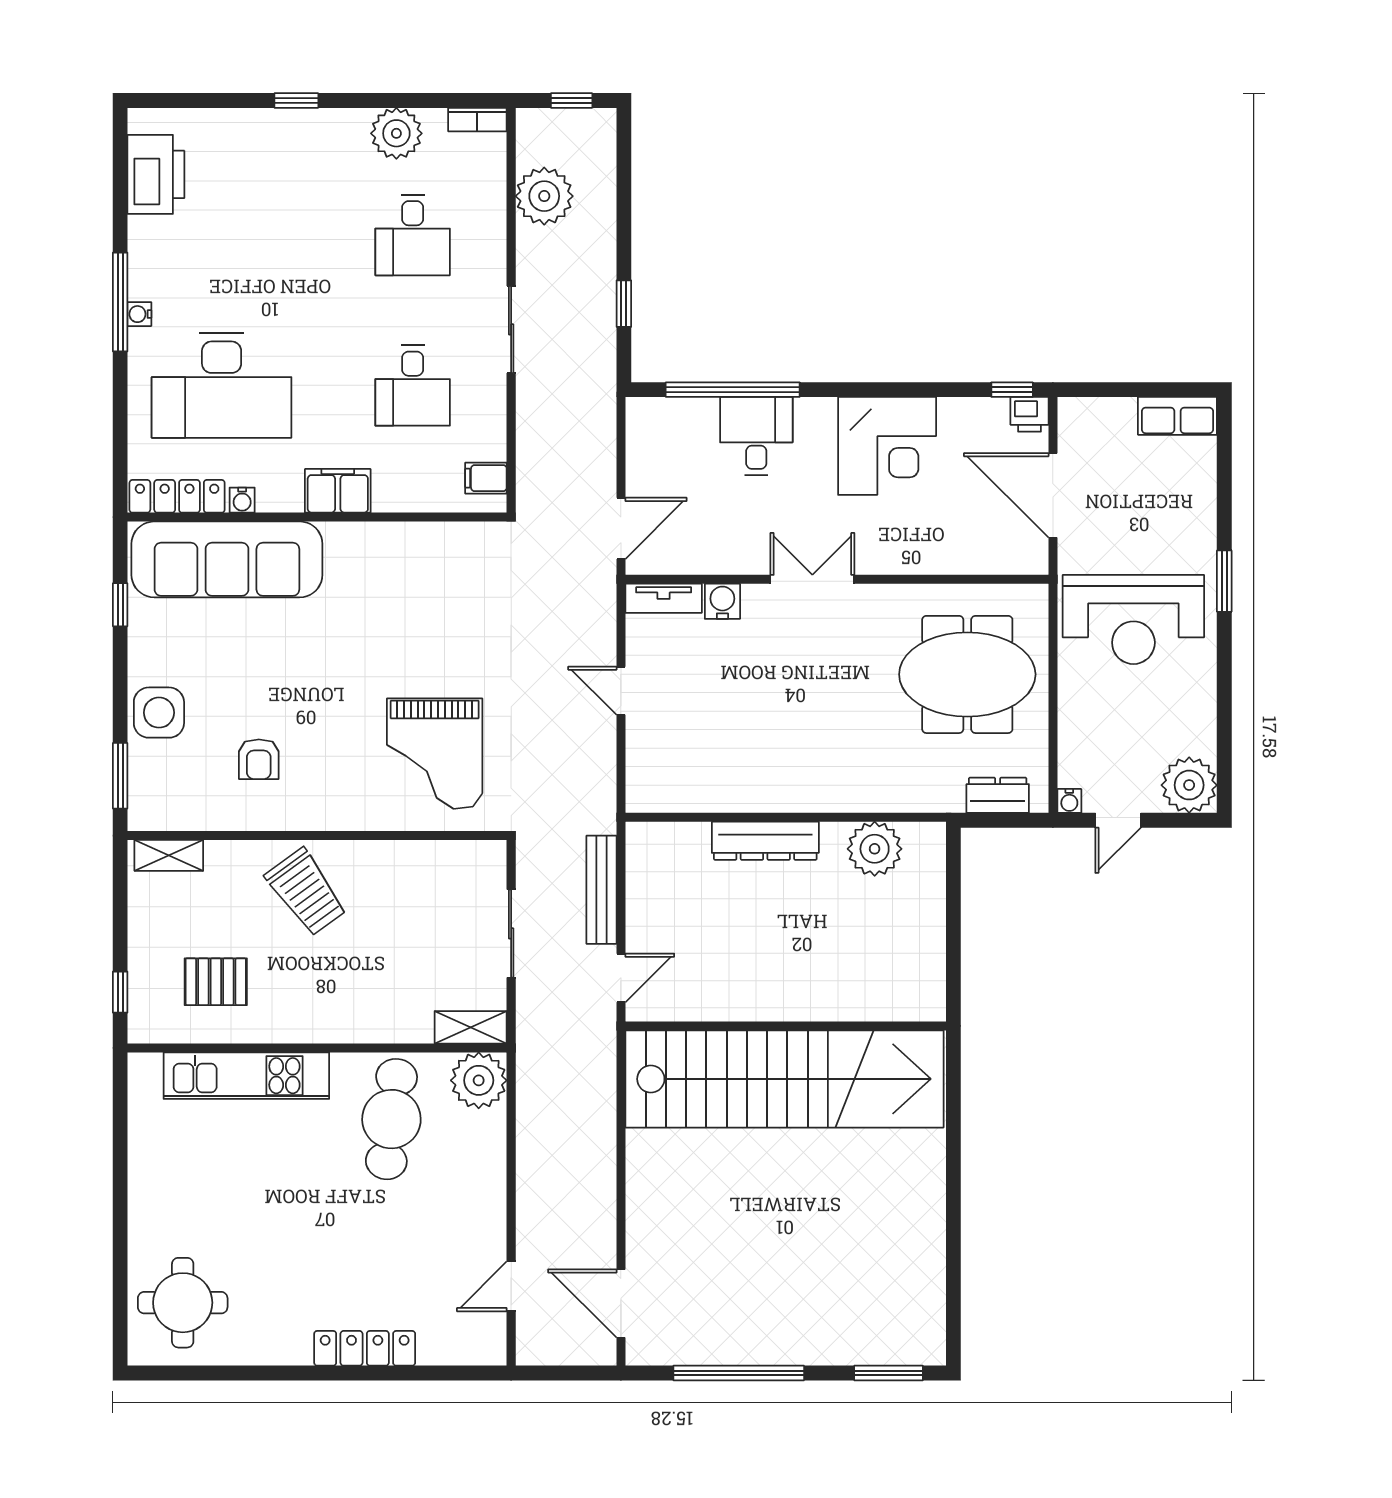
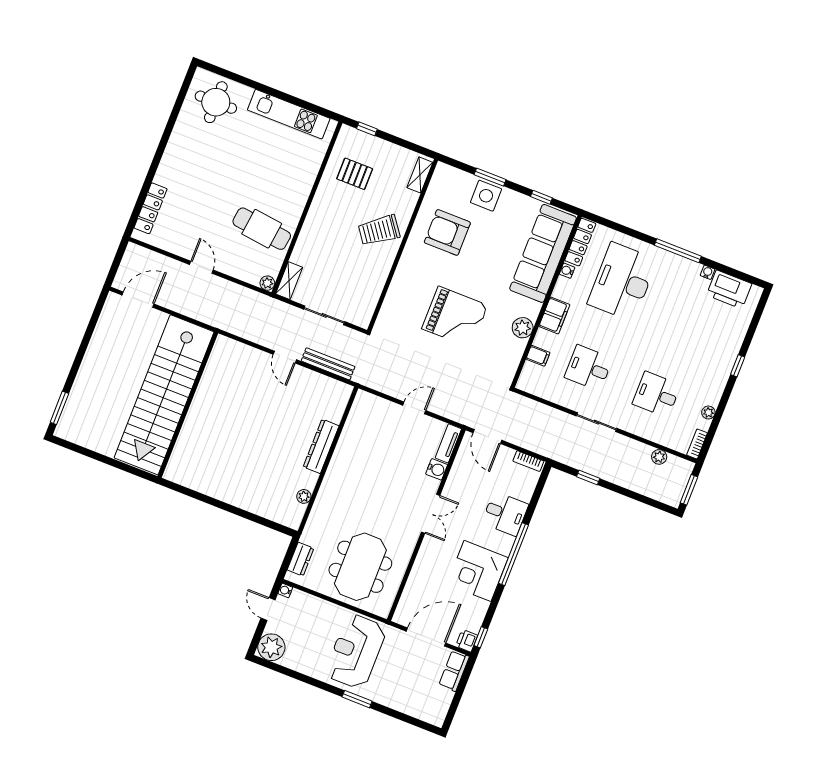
window: (572, 100) -> (689, 490), width x1.50
plant: (396, 133) -> (708, 413), width x0.53, depth x0.53
plant: (544, 196) -> (659, 457), width x0.53, depth x0.53
water cooler: (139, 314) -> (707, 272), moved
window: (733, 390) -> (513, 554), moved
row of seats: (1177, 416) -> (454, 671), moved
bookcase: (637, 431) -> (528, 461), added
filing cabinet: (486, 478) -> (538, 356), moved, turned 90
plant: (385, 543) -> (523, 328), added
grand piano: (435, 754) -> (455, 317), moved, turned 180
armchair: (259, 759) -> (447, 232), width x1.88, depth x1.88
window: (120, 776) -> (490, 177), moved
plant: (875, 849) -> (304, 496), width x0.53, depth x0.53
pallet: (216, 982) -> (355, 174), turned 90
wall: (786, 1026) -> (188, 405), moved
kitchen unit: (246, 1076) -> (289, 114), moved, turned -90
stairs: (784, 1079) -> (164, 395), moved
plant: (479, 1080) -> (267, 283), width x0.53, depth x0.53
door: (511, 1286) -> (201, 267), moved
locker: (365, 1348) -> (151, 208), moved
window: (739, 1373) -> (86, 340), removed

